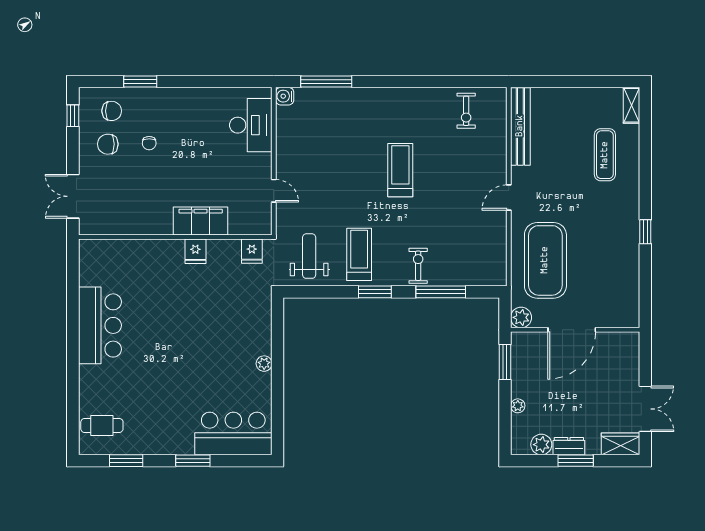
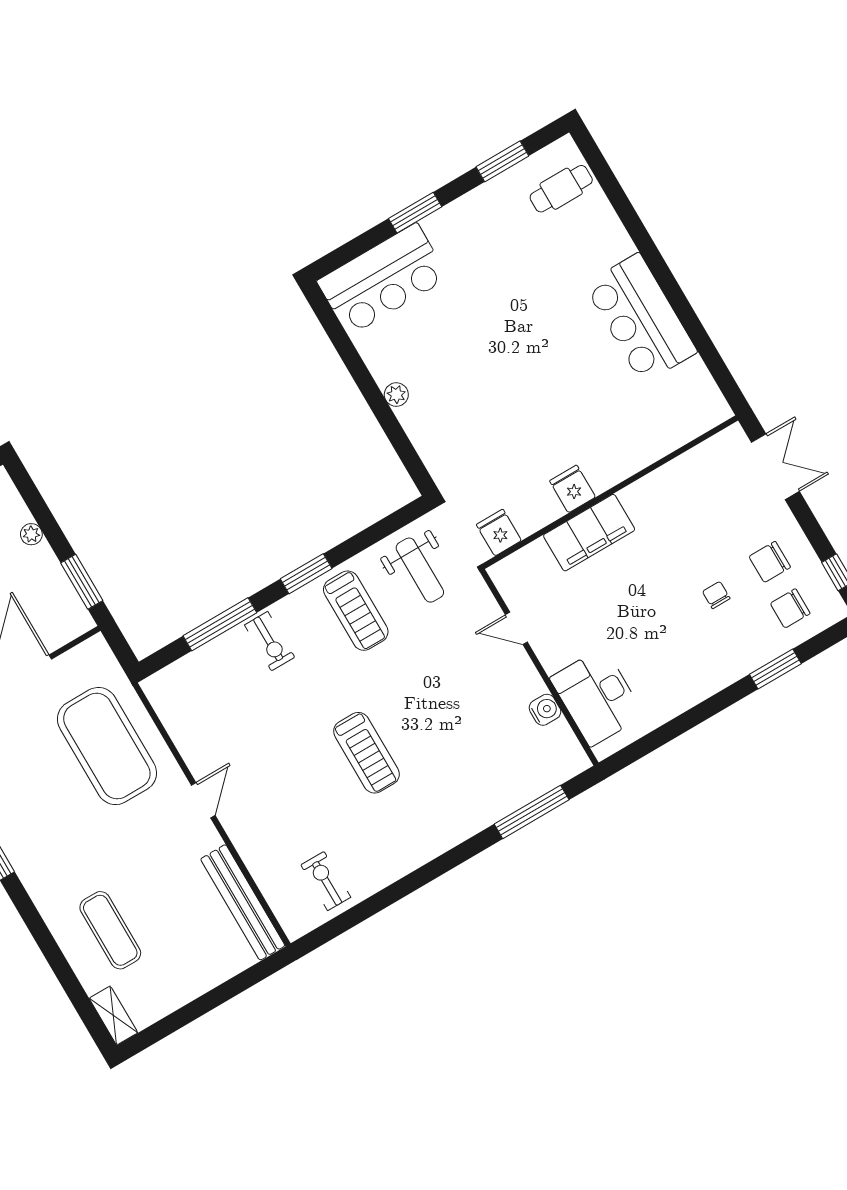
water cooler: (285, 96) -> (545, 710), moved
chair: (108, 144) -> (770, 562), turned 180
plant: (521, 317) -> (95, 653), removed

